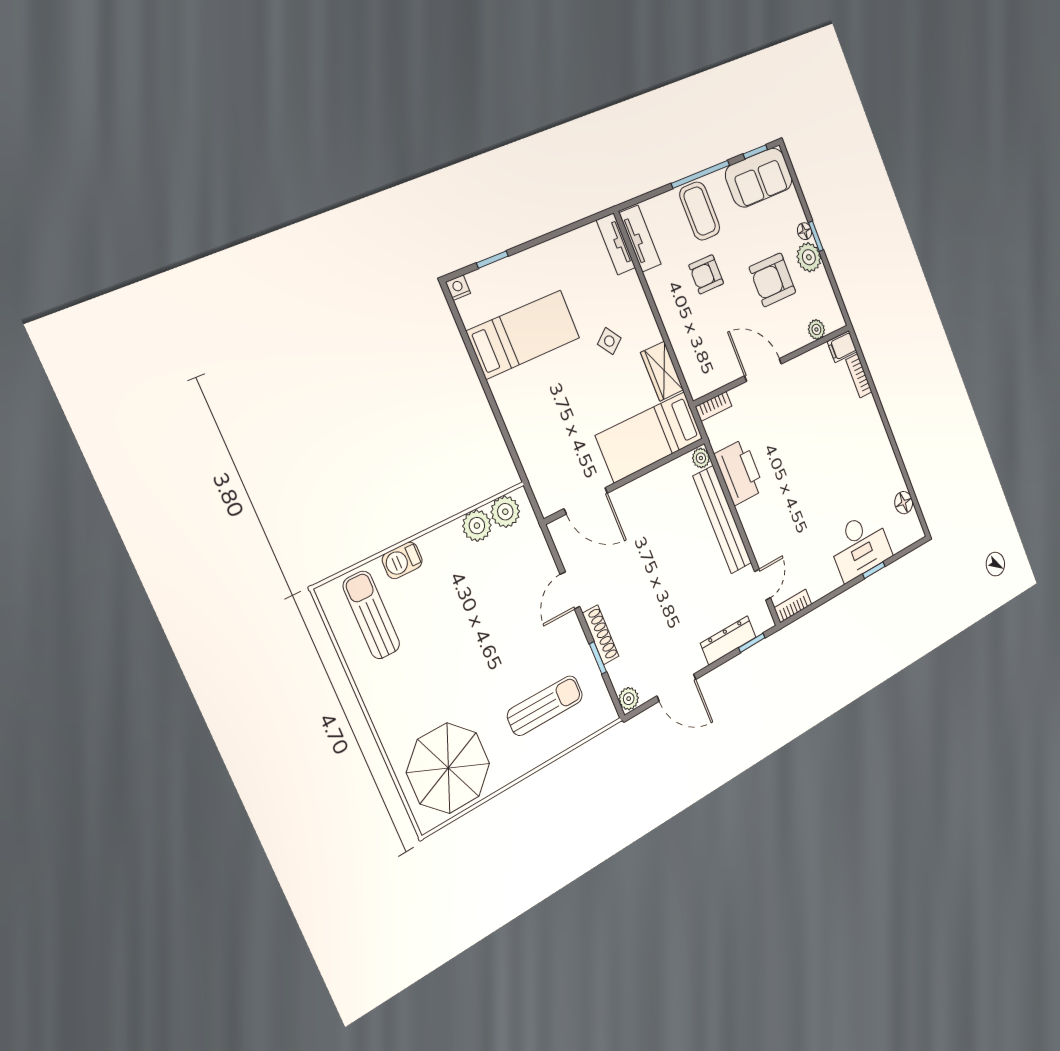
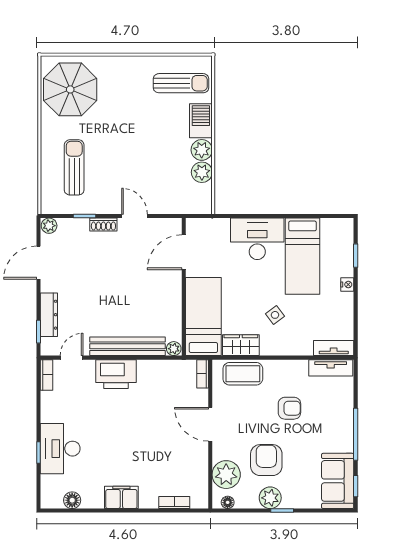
coffee table: (700, 211) -> (243, 374), moved
floor lamp: (805, 231) -> (228, 502), moved
armchair: (706, 274) -> (289, 408), turned 90
nightstand: (458, 288) -> (347, 285), moved
plant: (816, 329) -> (226, 475), width x1.87, depth x1.87
filing cabinet: (842, 347) -> (121, 497), moved, width x2.00
door: (763, 370) -> (210, 424), swing flipped
desk: (528, 408) -> (257, 239), added
printer: (739, 472) -> (116, 374), moved
plant: (505, 512) -> (202, 150), moved
barbecue: (402, 560) -> (201, 121), width x1.38, depth x1.27
door: (762, 585) -> (72, 358), swing flipped
shoe rack: (601, 635) -> (103, 224), width x0.70
sun lounger: (545, 706) -> (74, 167), turned 180

